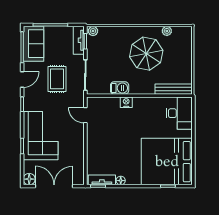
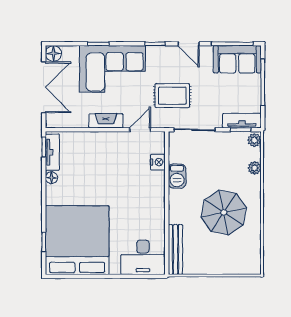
plant: (167, 31) -> (255, 168), moved
rug: (57, 79) -> (172, 96), moved
nightstand: (126, 102) -> (158, 162), moved
fireplace: (79, 140) -> (106, 121), added

